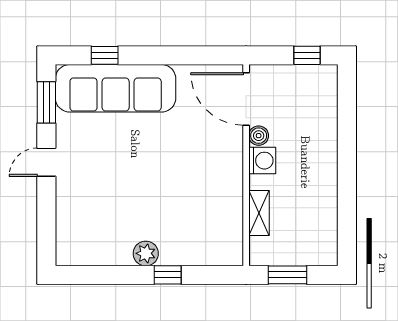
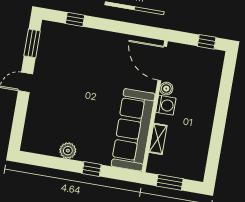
sofa: (116, 88) -> (133, 130), moved, turned 90
plant: (146, 253) -> (68, 151), moved

